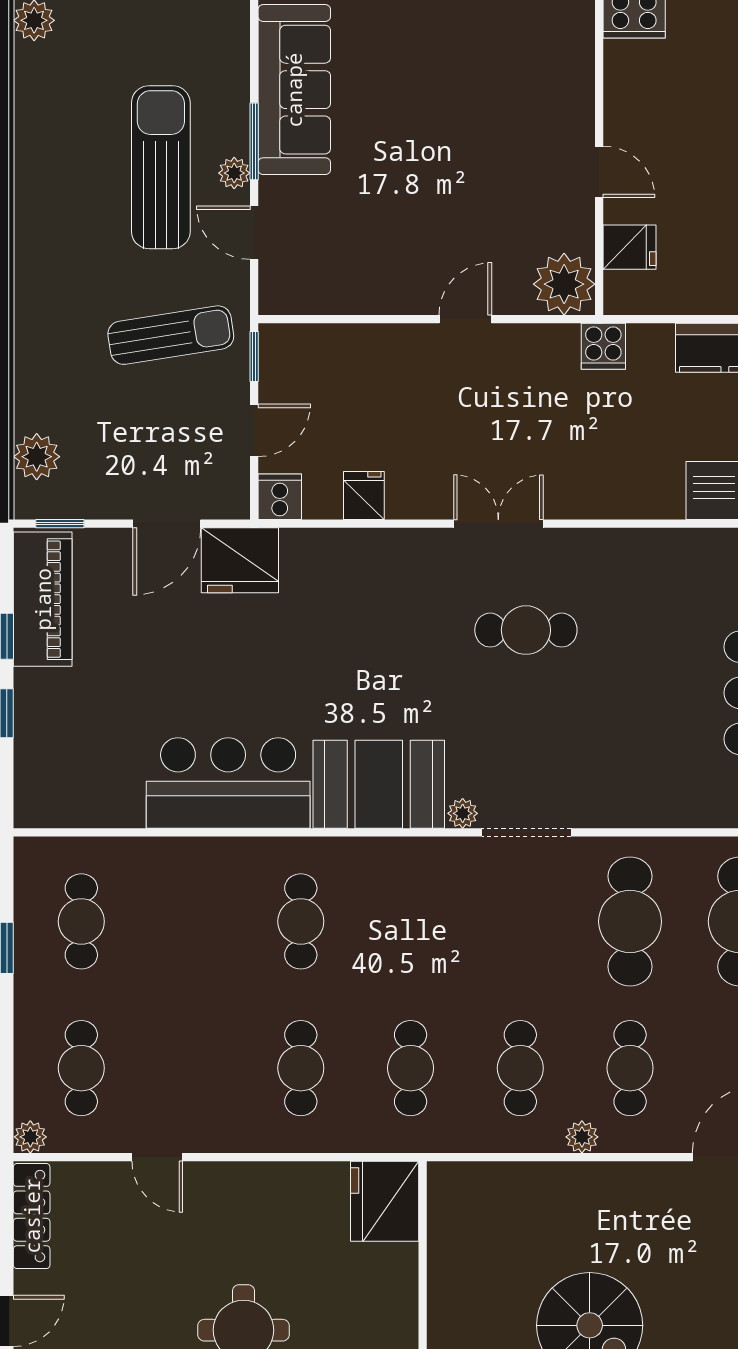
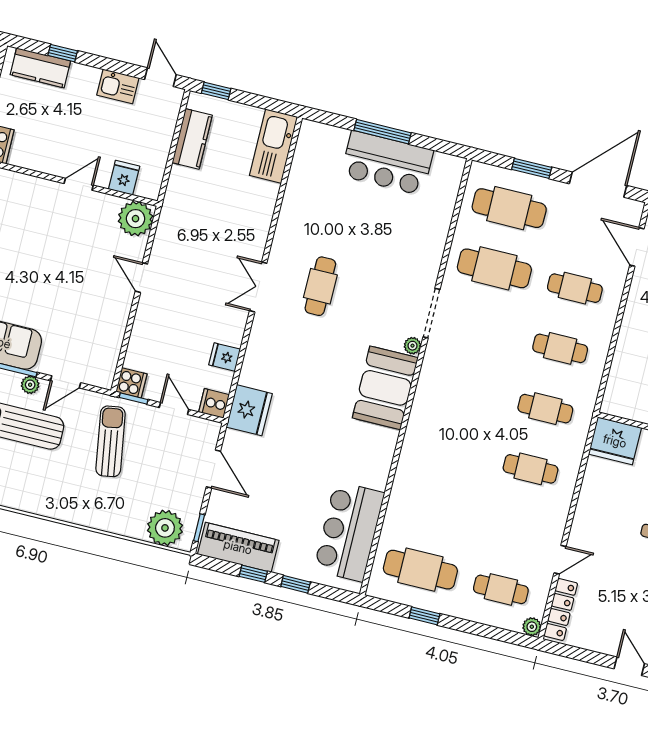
cooker: (603, 346) -> (131, 383), moved
plant: (37, 457) -> (165, 528), width x1.36, depth x1.36
fridge: (240, 560) -> (249, 410), moved
bar counter: (228, 783) -> (349, 532), moved
cafe table: (81, 921) -> (420, 570), width x1.37, depth x1.35
cafe table: (301, 921) -> (450, 449), removed
plant: (582, 1137) -> (606, 324), removed
locker: (32, 1216) -> (561, 609), moved, turned 90

